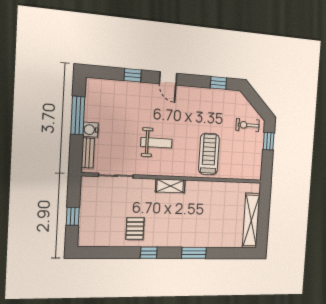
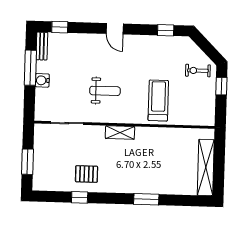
window: (133, 75) -> (60, 27), moved
bench: (88, 153) -> (42, 46), moved
window: (73, 216) -> (28, 162), width x1.50
pallet: (135, 229) -> (87, 174), turned 90
window: (149, 253) -> (80, 197), moved

